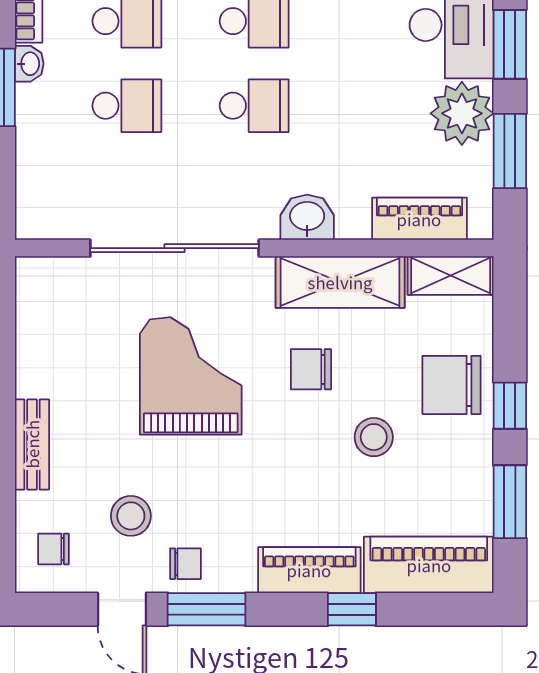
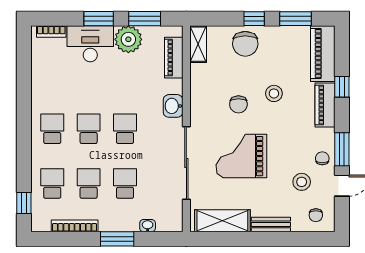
washbasin: (29, 64) -> (148, 226), moved
shelving: (340, 282) -> (222, 221), moved, turned 90
stool: (374, 437) -> (274, 93), moved

